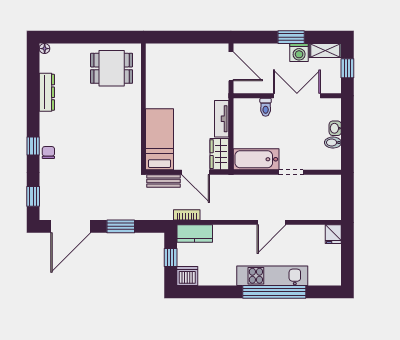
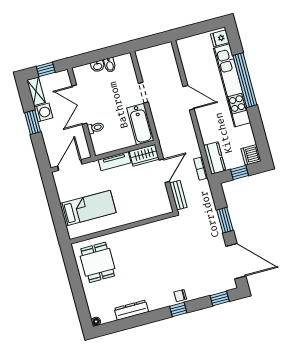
bed: (160, 139) -> (88, 208), moved, turned 180
fridge: (333, 234) -> (220, 38), moved, turned 180
kitchen unit: (272, 276) -> (232, 85), width x1.36

